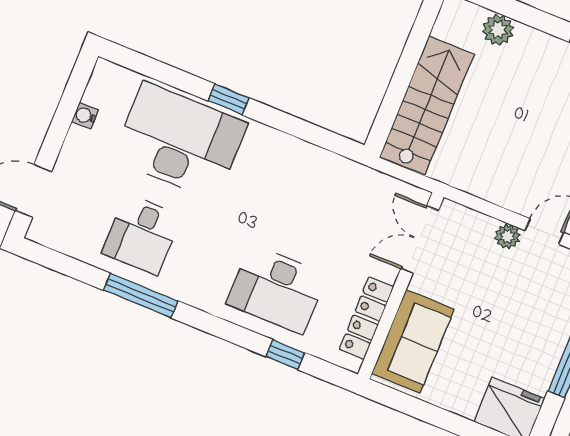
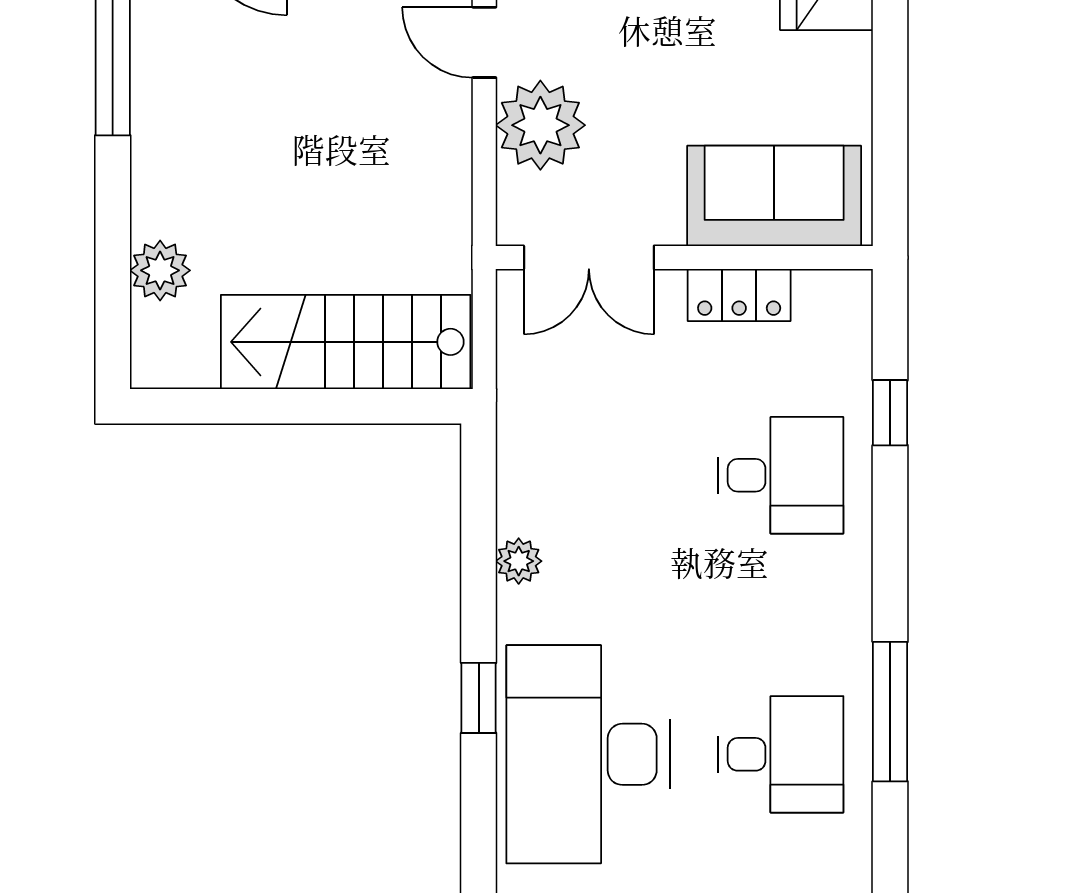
plant: (287, 146) -> (519, 561), added
plant: (507, 236) -> (540, 125), width x1.87, depth x1.87
desk: (277, 289) -> (781, 475), width x0.73
locker: (367, 318) -> (739, 295), width x0.66

